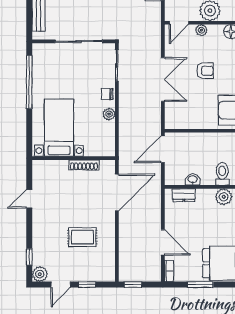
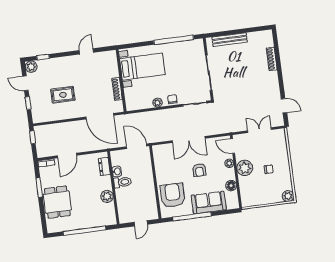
toilet: (222, 174) -> (122, 182), moved
door: (29, 199) -> (86, 51), hinge flipped
rug: (82, 237) -> (63, 95), turned 90

